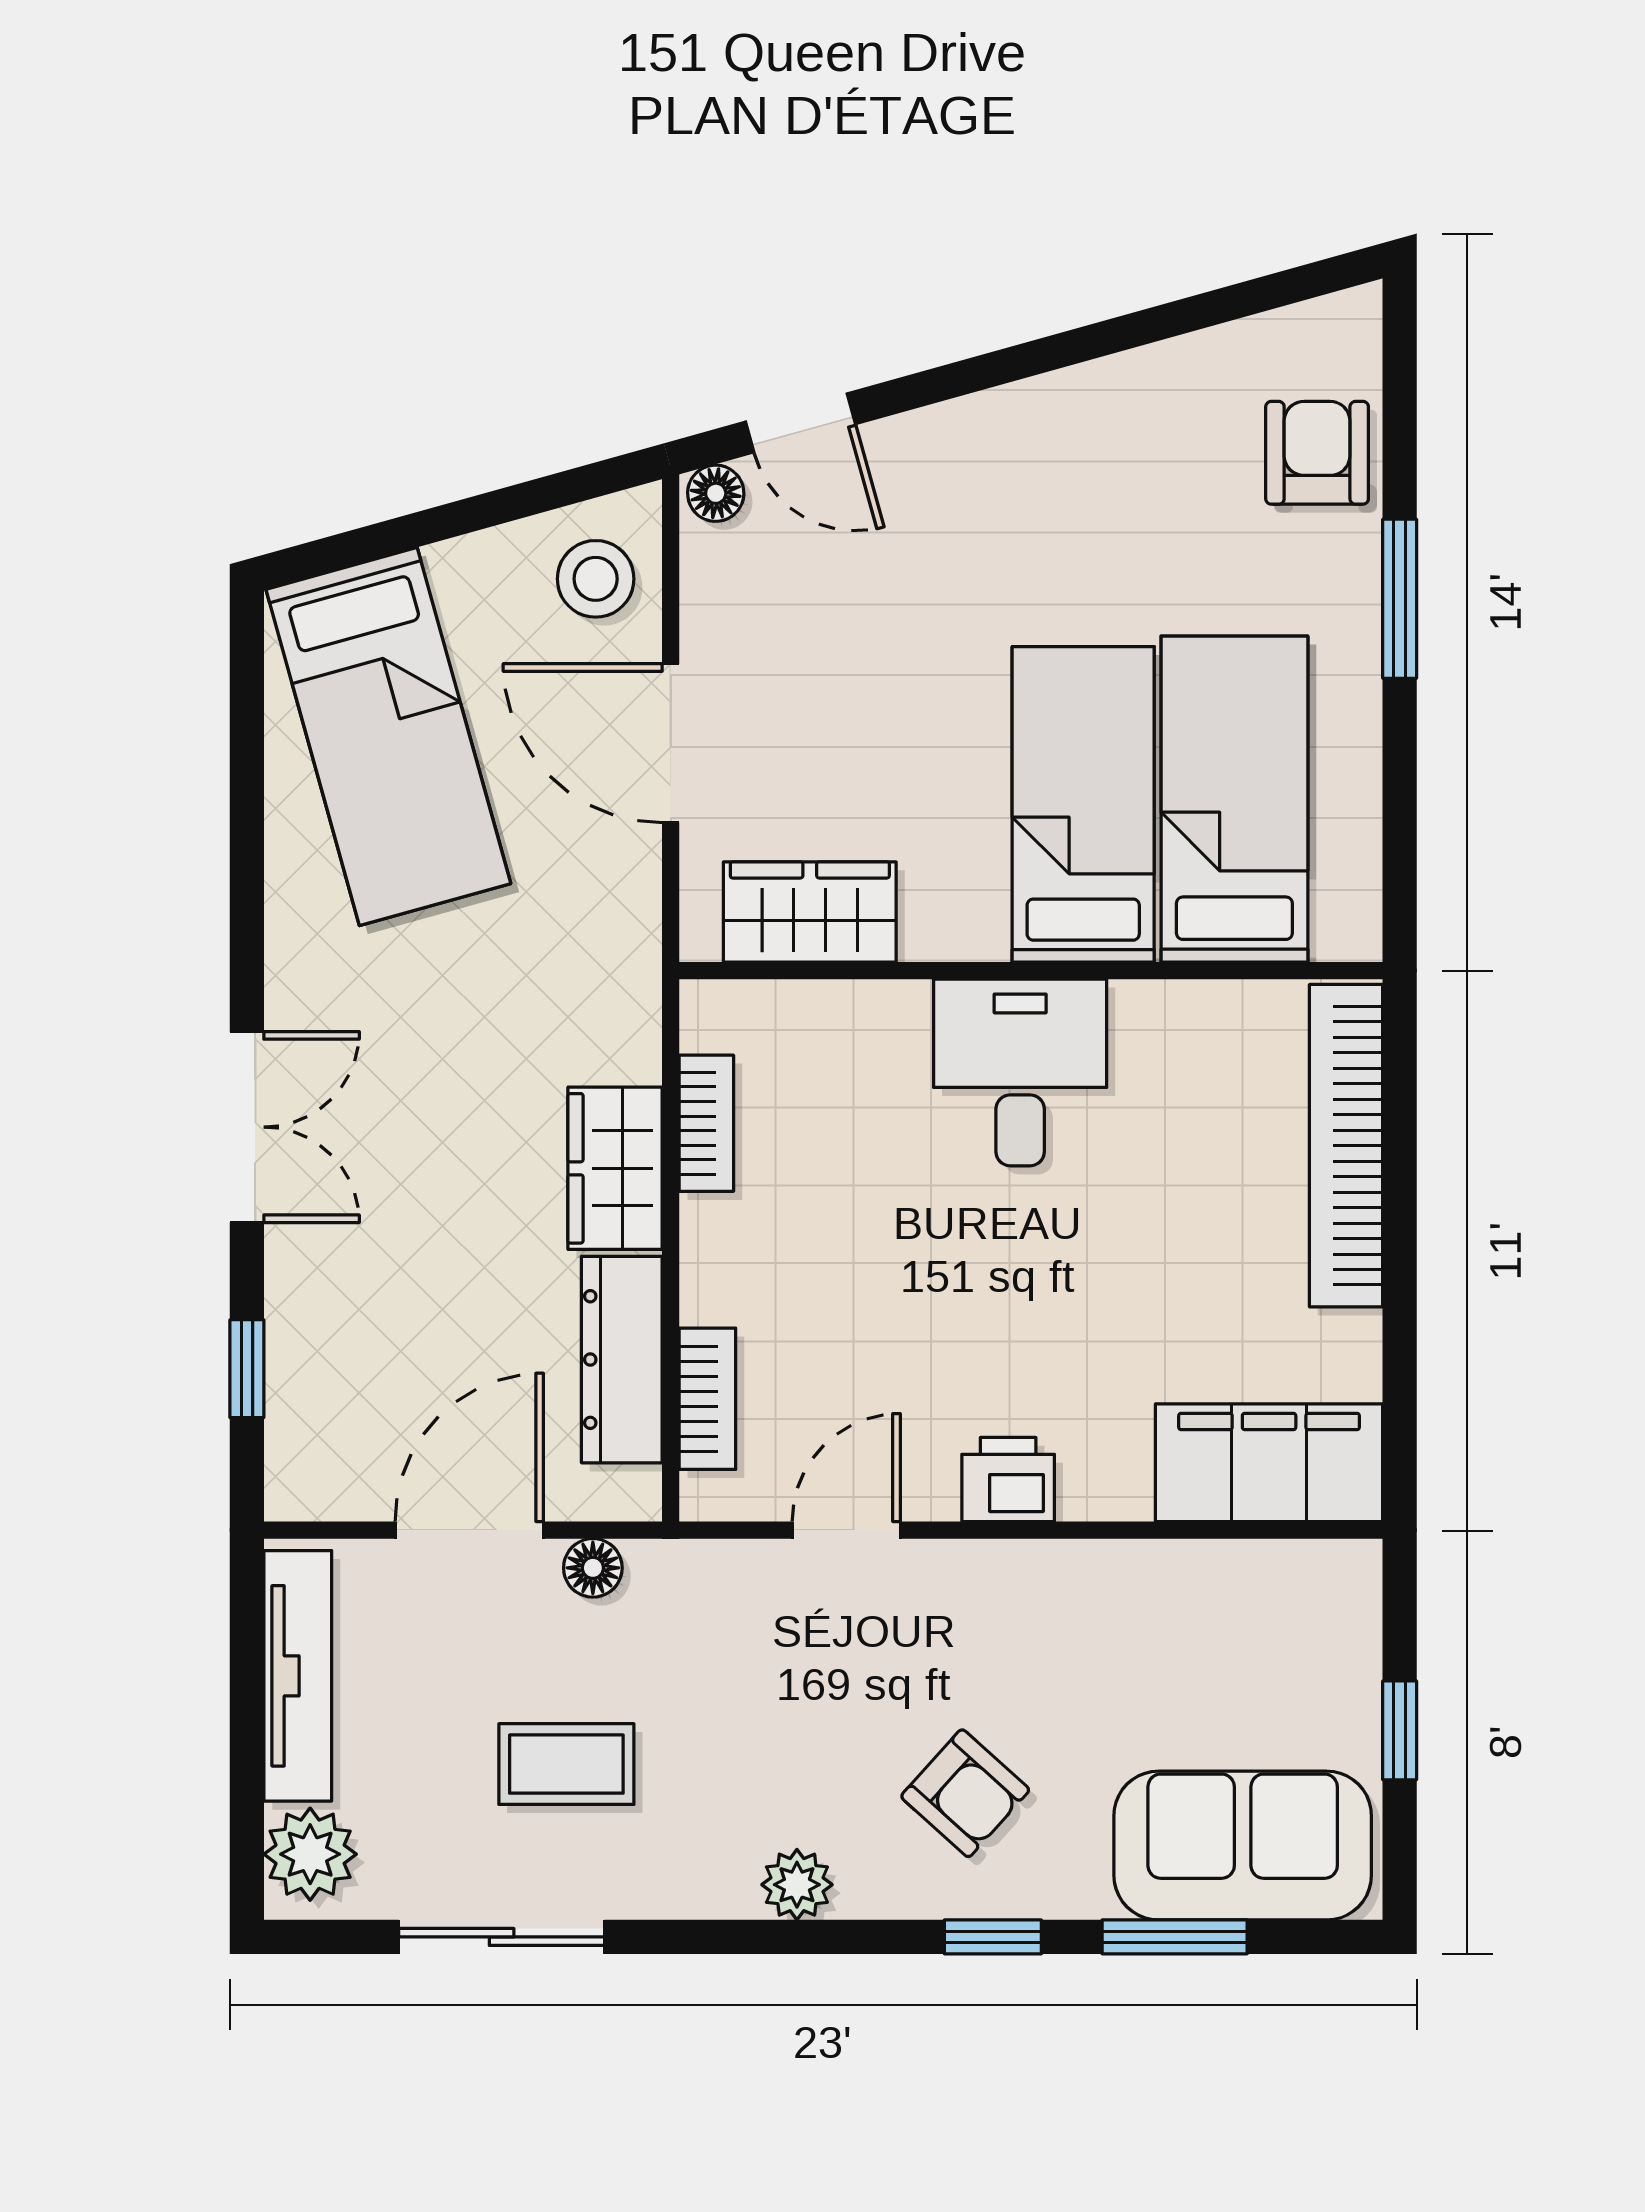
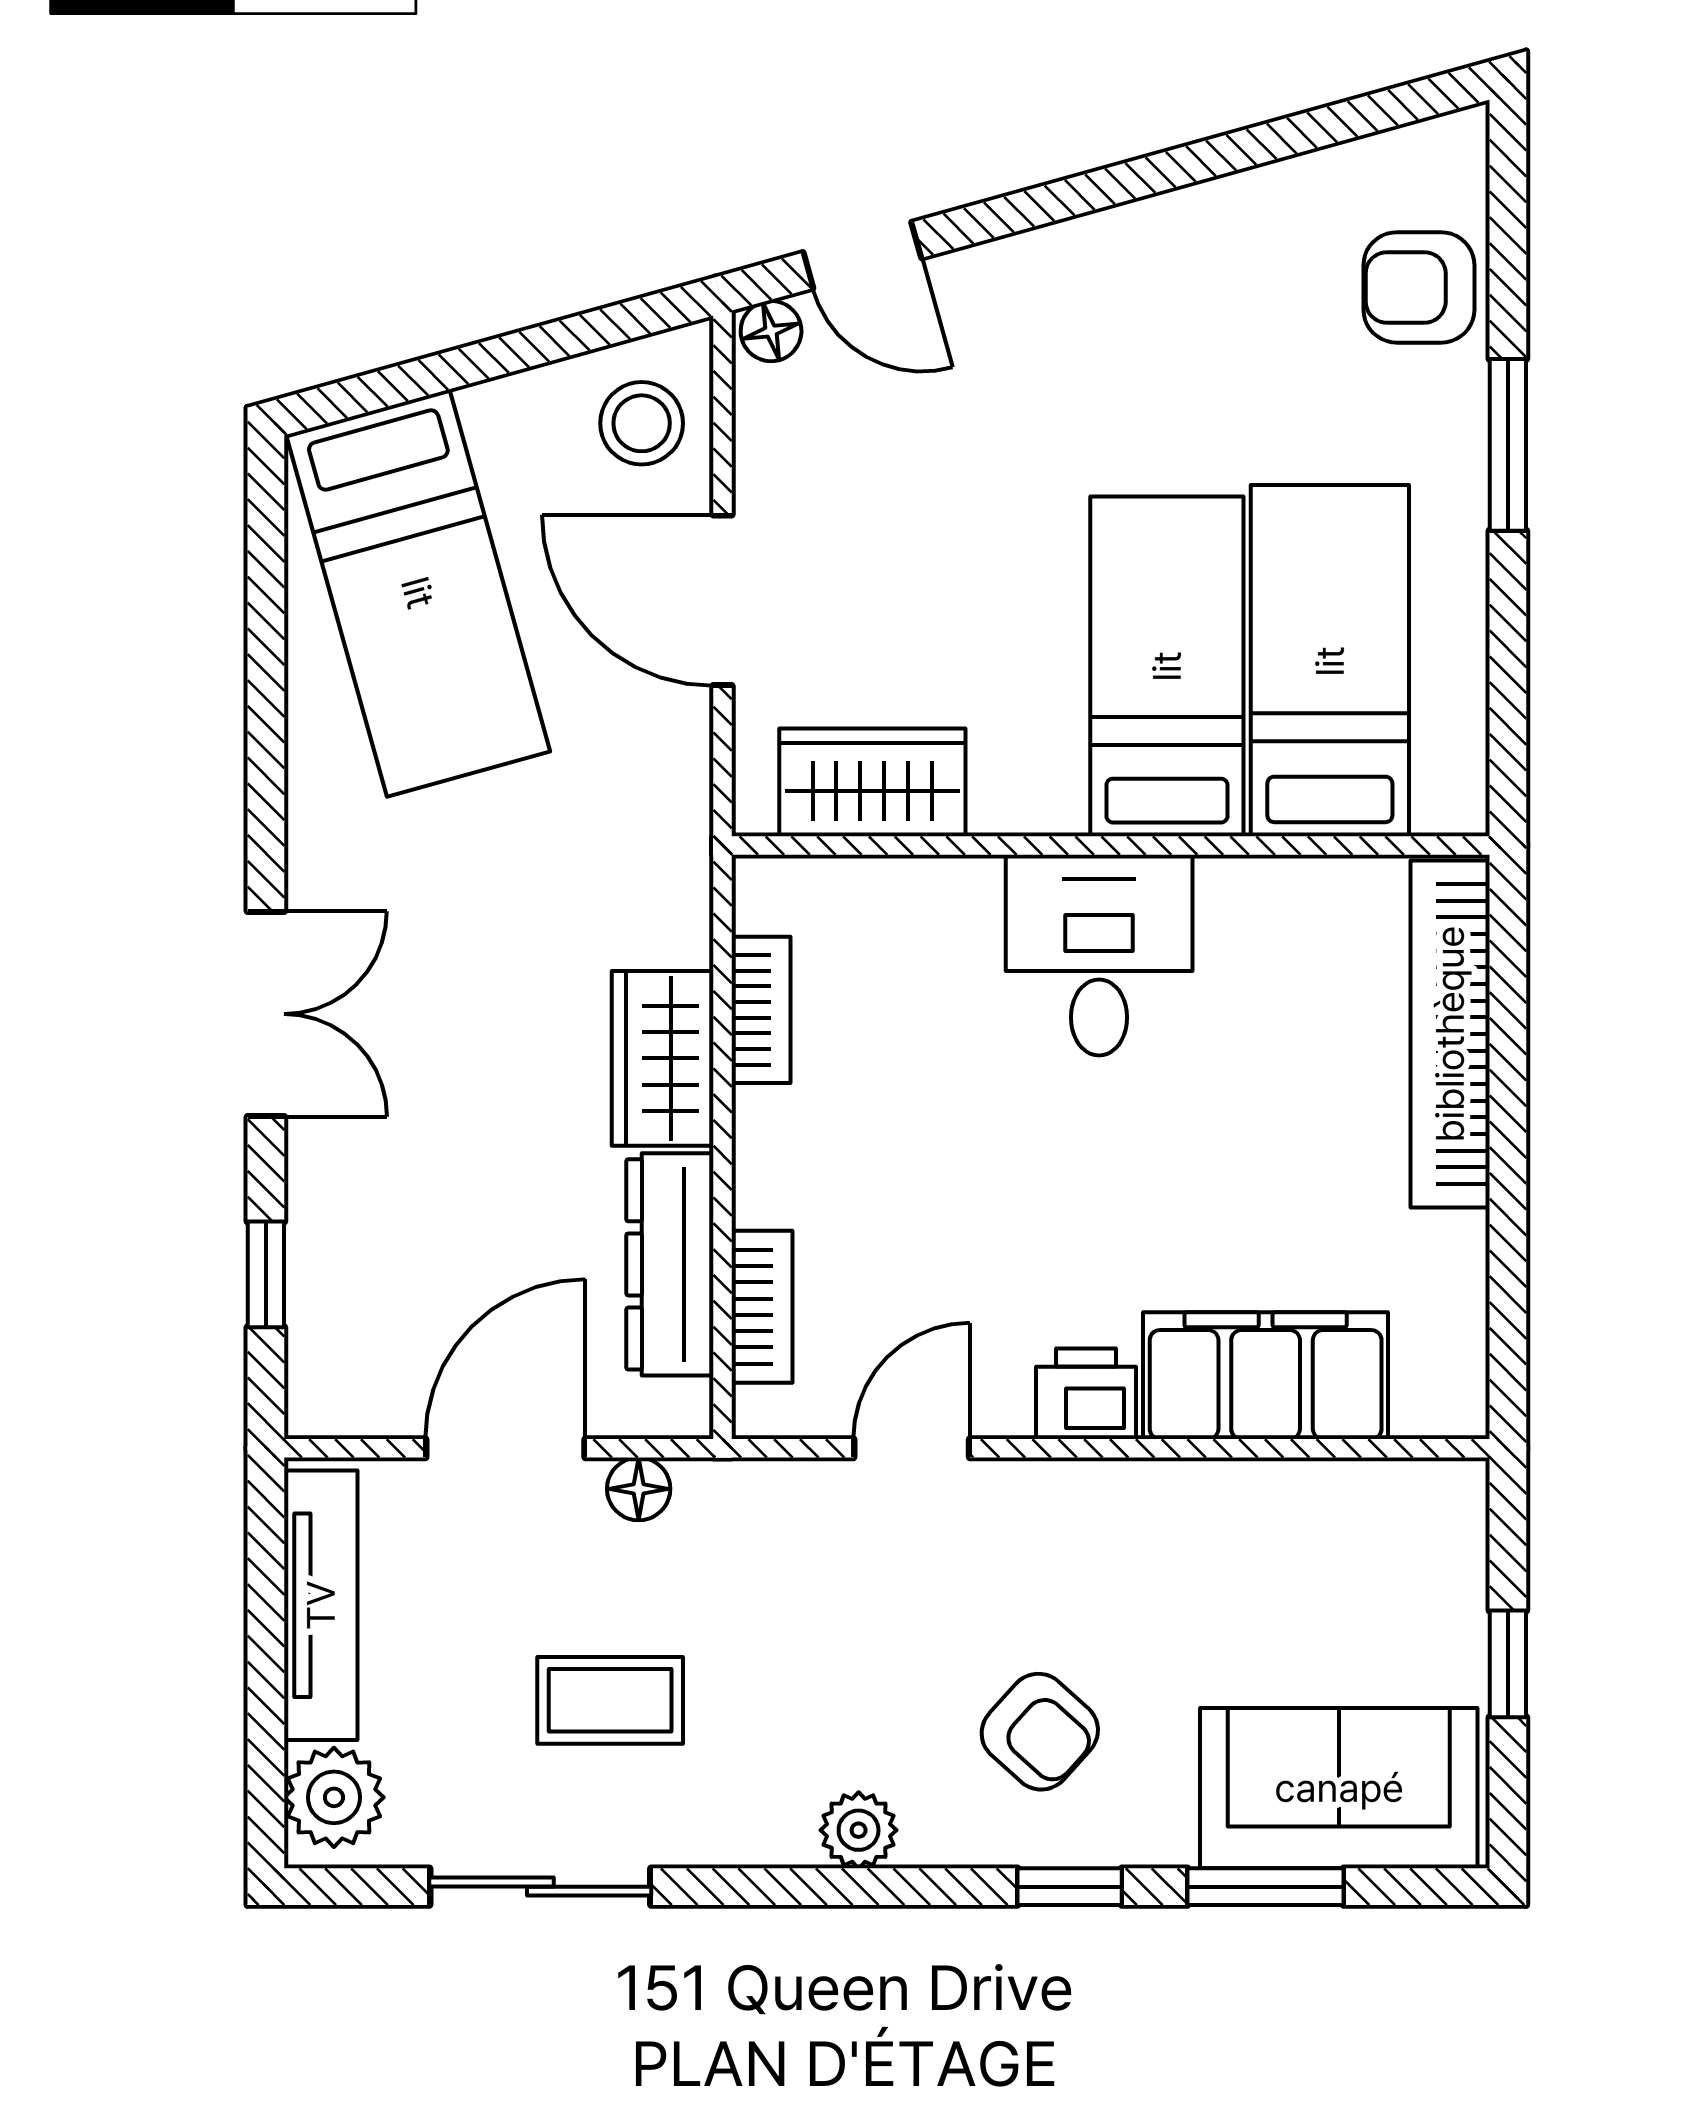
armchair: (1317, 453) -> (1419, 287), turned -90
filing cabinet: (1269, 1463) -> (1266, 1376), moved

